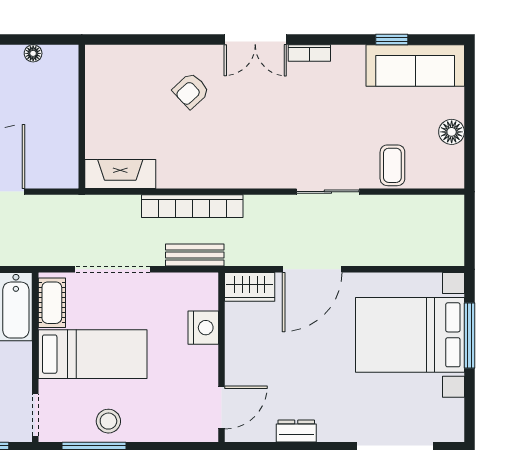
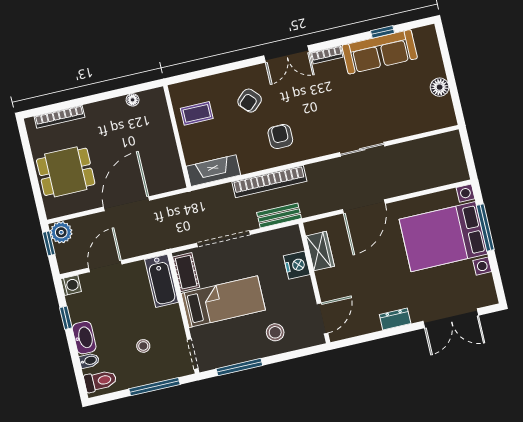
sofa: (415, 65) -> (380, 52), moved
armchair: (221, 149) -> (280, 136), added
coffee table: (392, 165) -> (197, 113), moved, turned 90
wardrobe: (250, 287) -> (320, 251), moved, turned -90
stool: (108, 421) -> (275, 332), moved
dresser: (296, 431) -> (395, 319), moved

